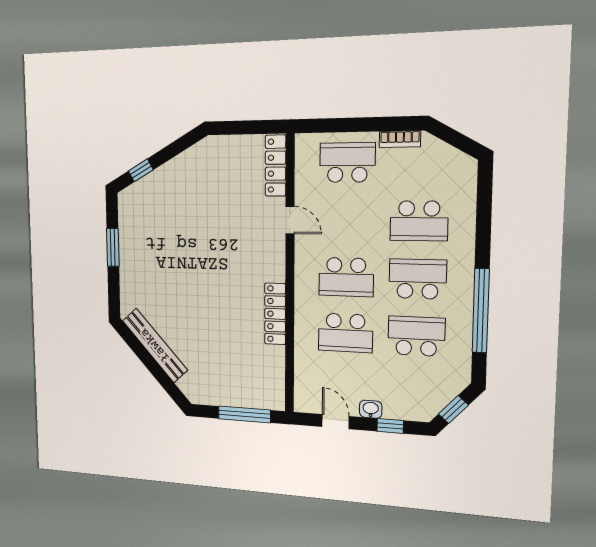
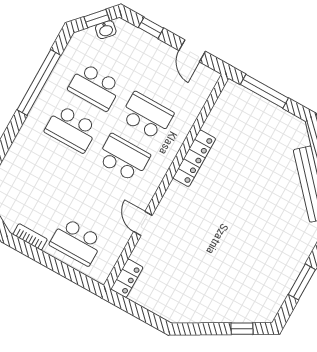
locker: (276, 166) -> (127, 278), width x0.66
school desk: (419, 221) -> (48, 171), removed
washbasin: (371, 409) -> (106, 30), moved, turned -48

